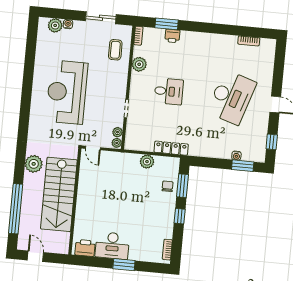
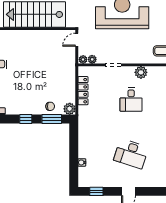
plant: (139, 64) -> (141, 72), moved
desk: (232, 97) -> (131, 154), width x0.73, depth x0.77
locker: (171, 148) -> (83, 91), moved
plant: (147, 162) -> (70, 109), moved
window: (243, 166) -> (74, 169), removed

